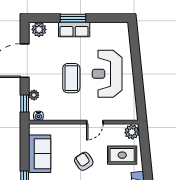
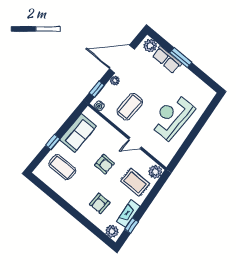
row of seats: (74, 30) -> (167, 60), moved
coffee table: (71, 78) -> (130, 107), moved
plant: (34, 95) -> (115, 81), moved
armchair: (84, 161) -> (104, 164), turned 124

